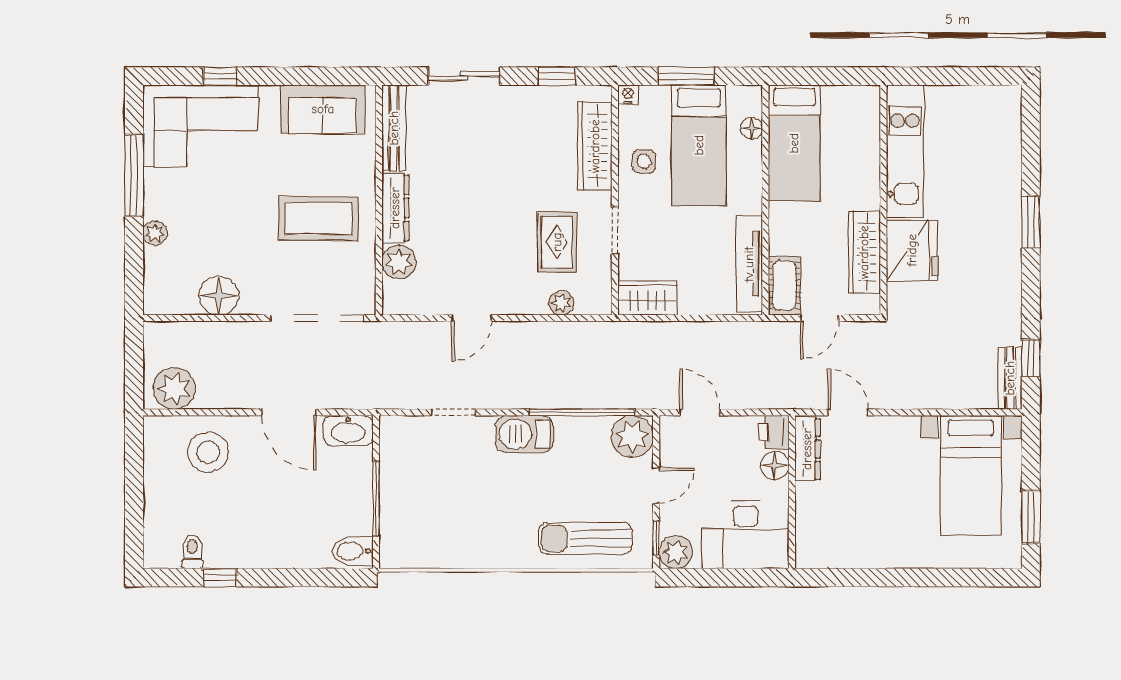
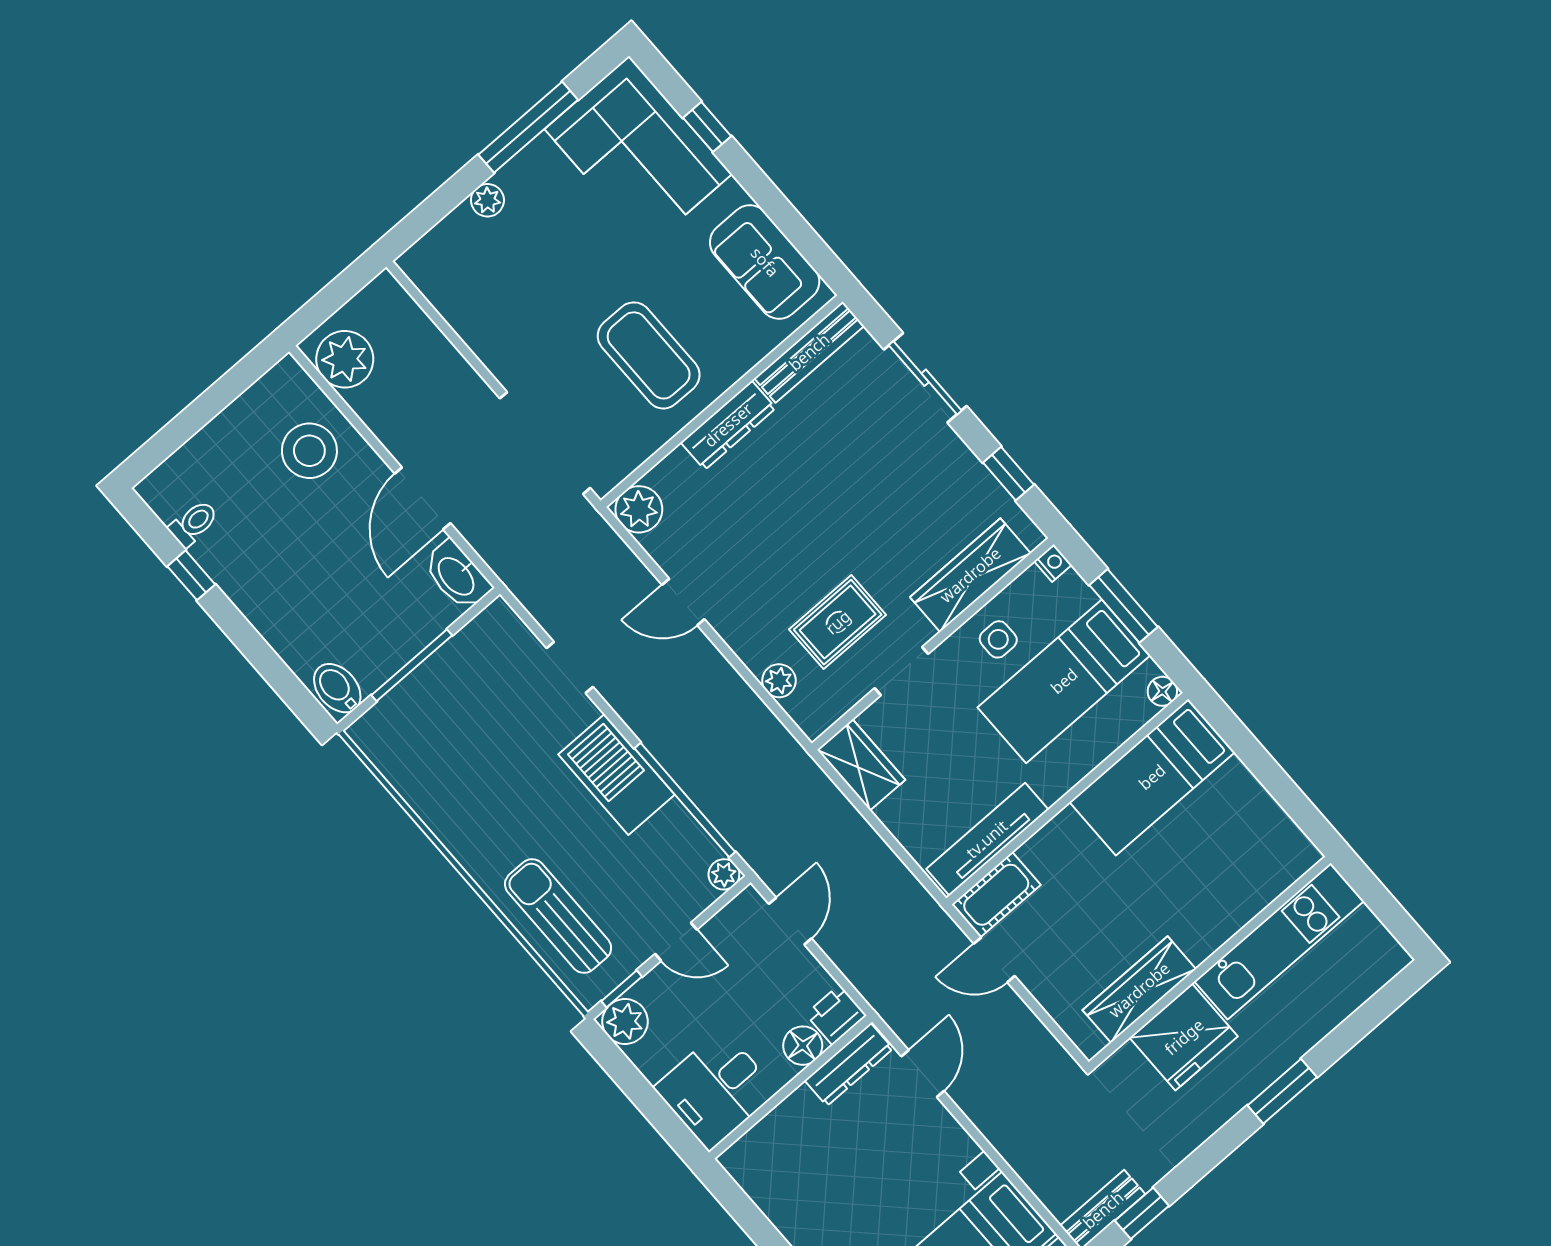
floor lamp: (752, 128) -> (1162, 691), moved
kitchen unit: (905, 151) -> (1279, 941), moved
wall: (883, 200) -> (1210, 963), moved
fridge: (912, 250) -> (1184, 1037), moved
wardrobe: (864, 252) -> (1139, 990), moved
plant: (399, 262) -> (639, 509), moved
floor lamp: (219, 296) -> (480, 322), removed
barbecue: (524, 434) -> (617, 775), width x1.37, depth x1.21
plant: (632, 436) -> (724, 874), width x0.53, depth x0.53
desk: (745, 535) -> (716, 1090), width x0.73

